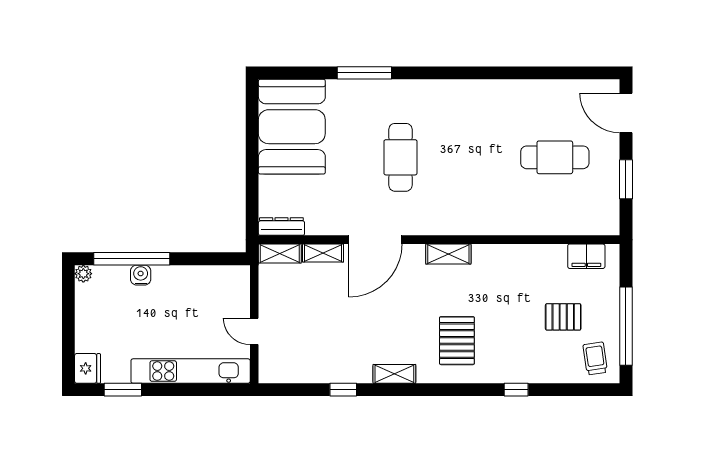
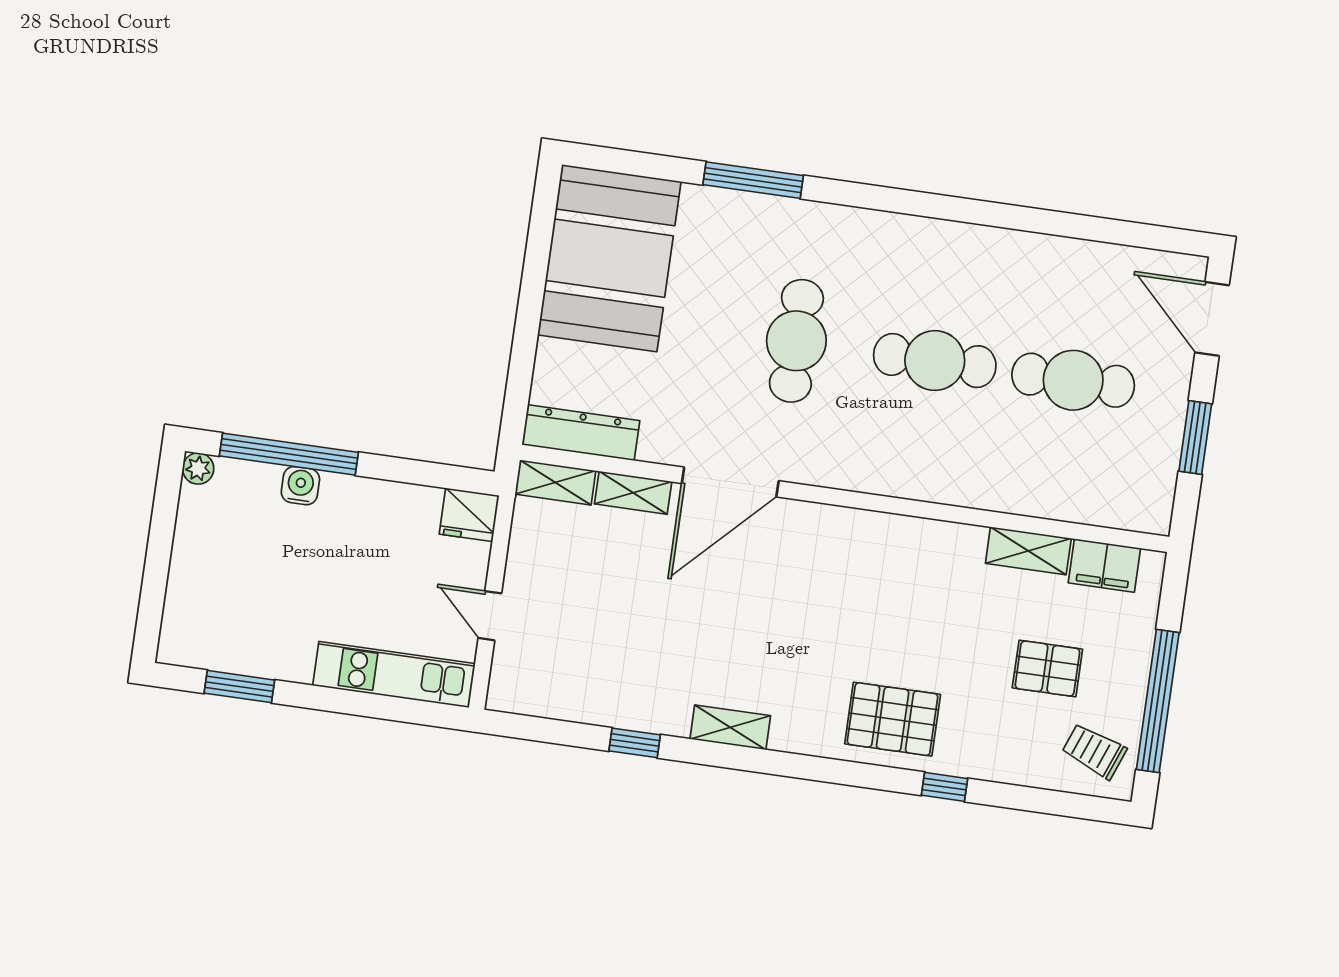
cafe table: (478, 157) -> (935, 361), added
dresser: (281, 226) -> (581, 433), width x1.37, depth x1.24
shelving: (448, 254) -> (1028, 551), moved
pallet: (457, 341) -> (893, 719), moved, turned 90
trolley: (595, 358) -> (1094, 751), turned -61
fridge: (88, 368) -> (469, 515), moved, turned 90
kitchen unit: (191, 371) -> (394, 674), width x0.73

